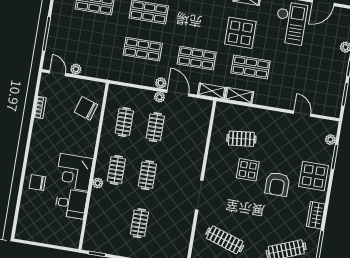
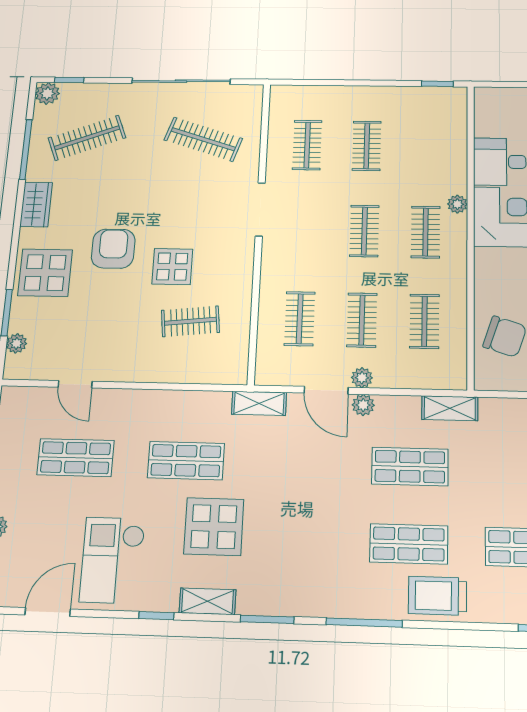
shop shelf: (197, 58) -> (76, 458), moved
shelving: (239, 95) -> (450, 408), moved
clothes rail: (186, 132) -> (300, 319), added
clothes rail: (170, 228) -> (307, 145), added

